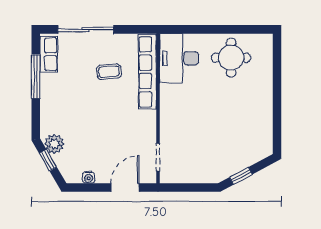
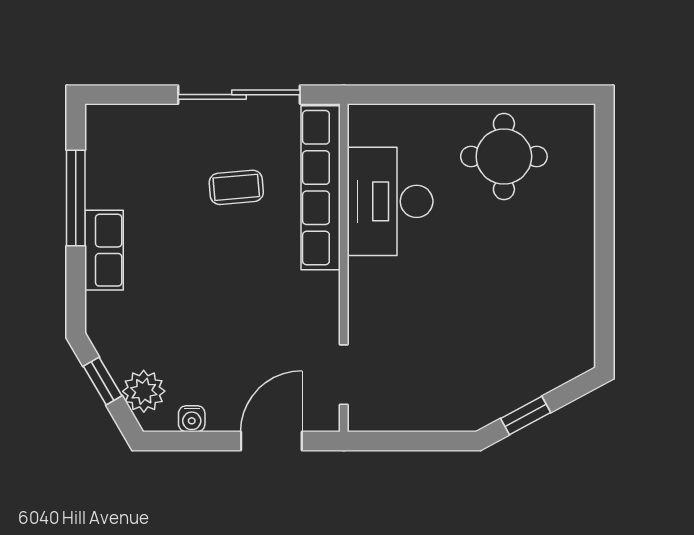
sliding door: (86, 29) -> (239, 95), moved
row of seats: (49, 54) -> (104, 250), moved
desk: (179, 58) -> (390, 201), moved
plant: (54, 144) -> (144, 391), moved

